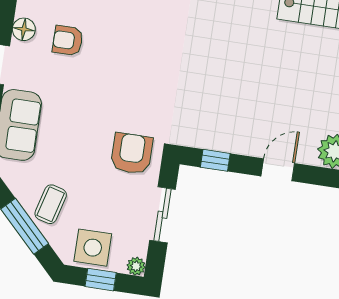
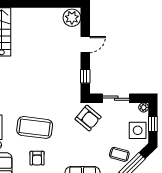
coffee table: (129, 45) -> (35, 127), added
armchair: (132, 153) -> (88, 118), turned -140
door: (278, 170) -> (85, 44), swing flipped

